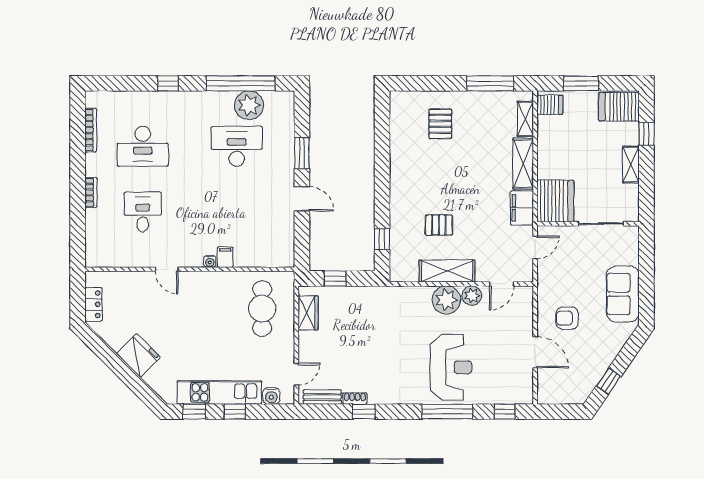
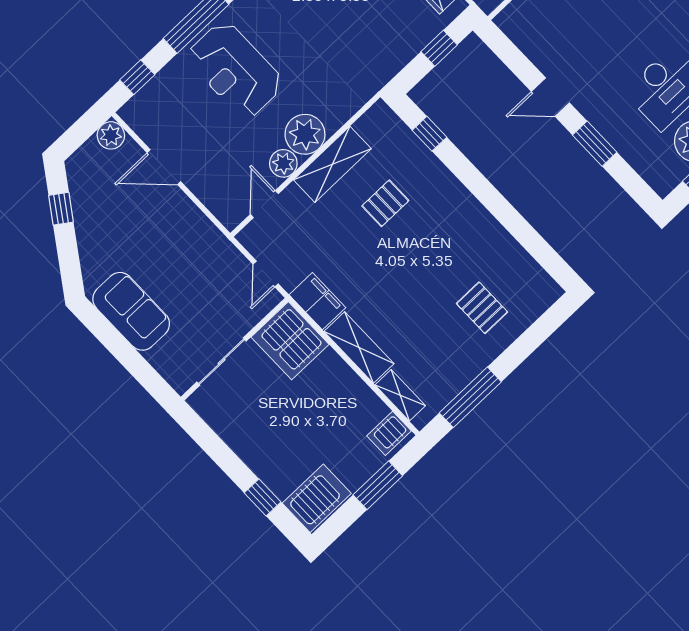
shelving: (631, 165) -> (248, 451), removed
armchair: (567, 318) -> (164, 233), removed
plant: (547, 395) -> (111, 135), added

